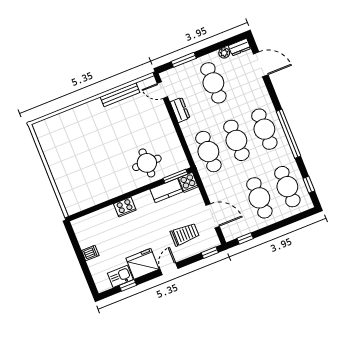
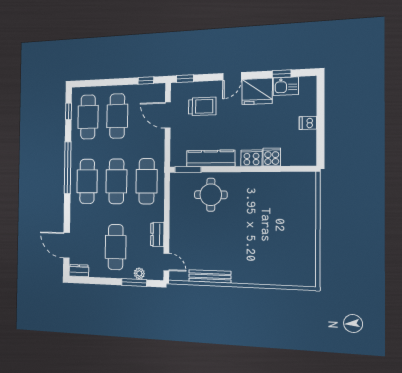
plant: (224, 53) -> (139, 273), moved
cooker: (188, 182) -> (272, 157), moved
kitchen counter: (166, 191) -> (211, 158), width x1.50
trolley: (185, 234) -> (202, 106), turned 180

